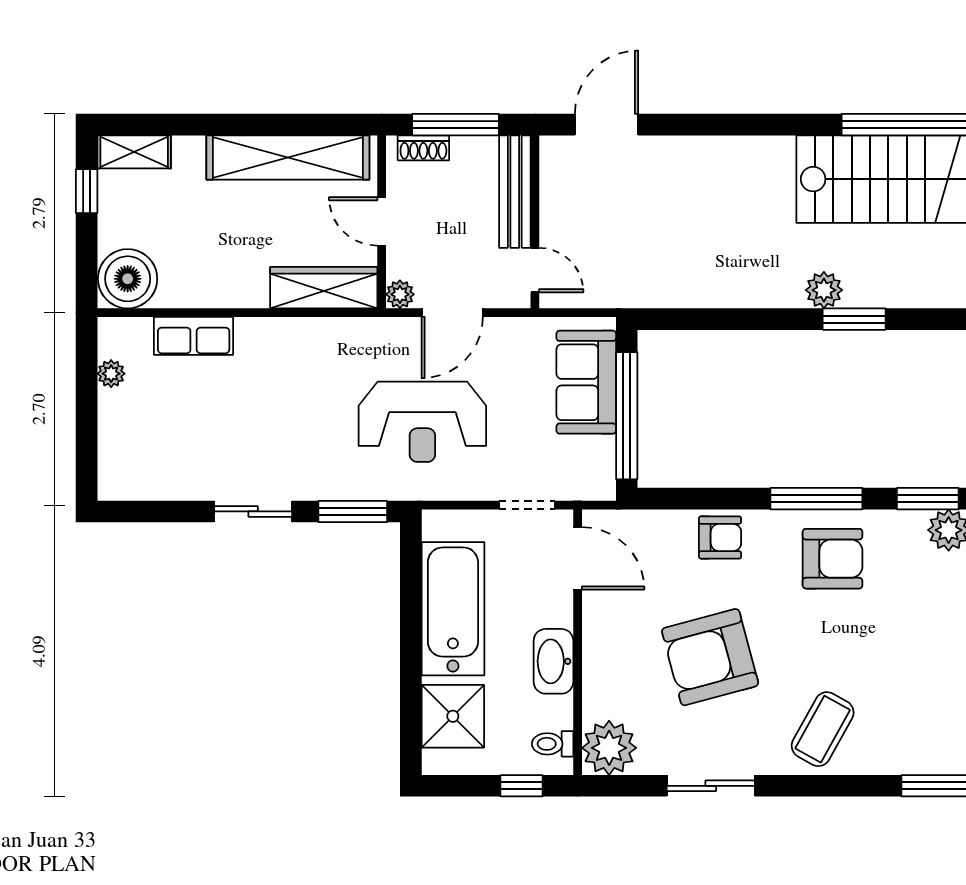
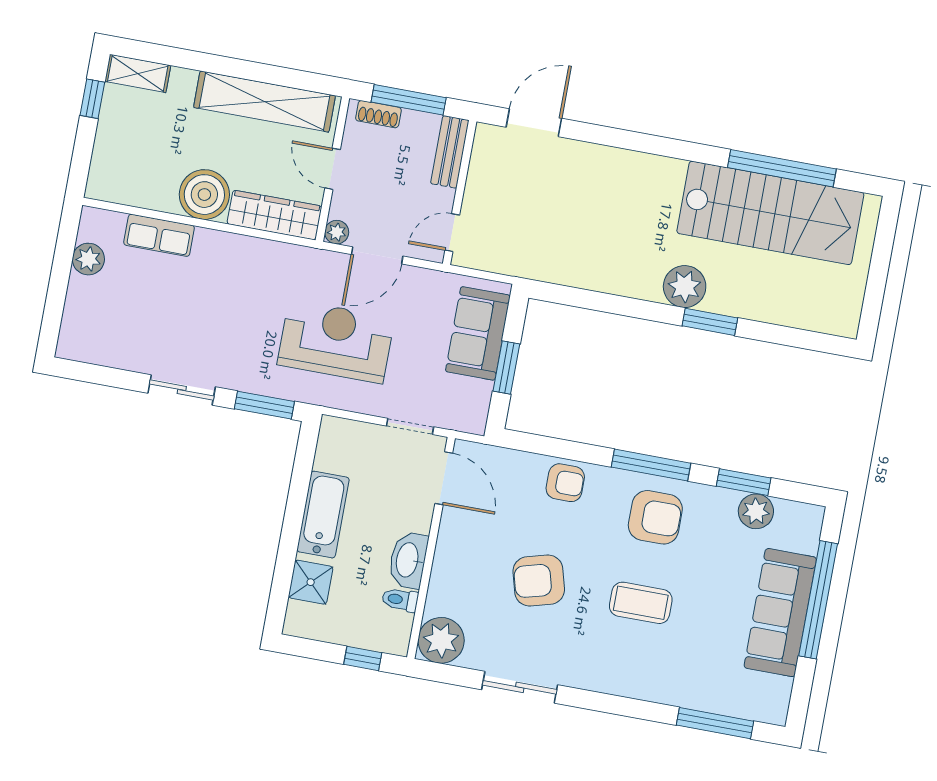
bench: (515, 192) -> (450, 152), width x0.73
door: (535, 270) -> (452, 233), swing flipped
boiler: (128, 279) -> (204, 195), moved
plant: (824, 290) -> (685, 287), width x1.36, depth x1.36
plant: (111, 374) -> (88, 259), width x1.38, depth x1.38
window: (627, 416) -> (506, 367), width x0.47
reception desk: (422, 422) -> (336, 341), turned 180
bathtub: (453, 609) -> (323, 515), width x0.73, depth x0.73
armchair: (710, 657) -> (539, 580), width x0.73, depth x0.73
shower: (453, 716) -> (311, 582), width x0.73, depth x0.73
coffee table: (823, 729) -> (641, 603), moved, turned 61
toilet: (553, 744) -> (400, 600), moved

